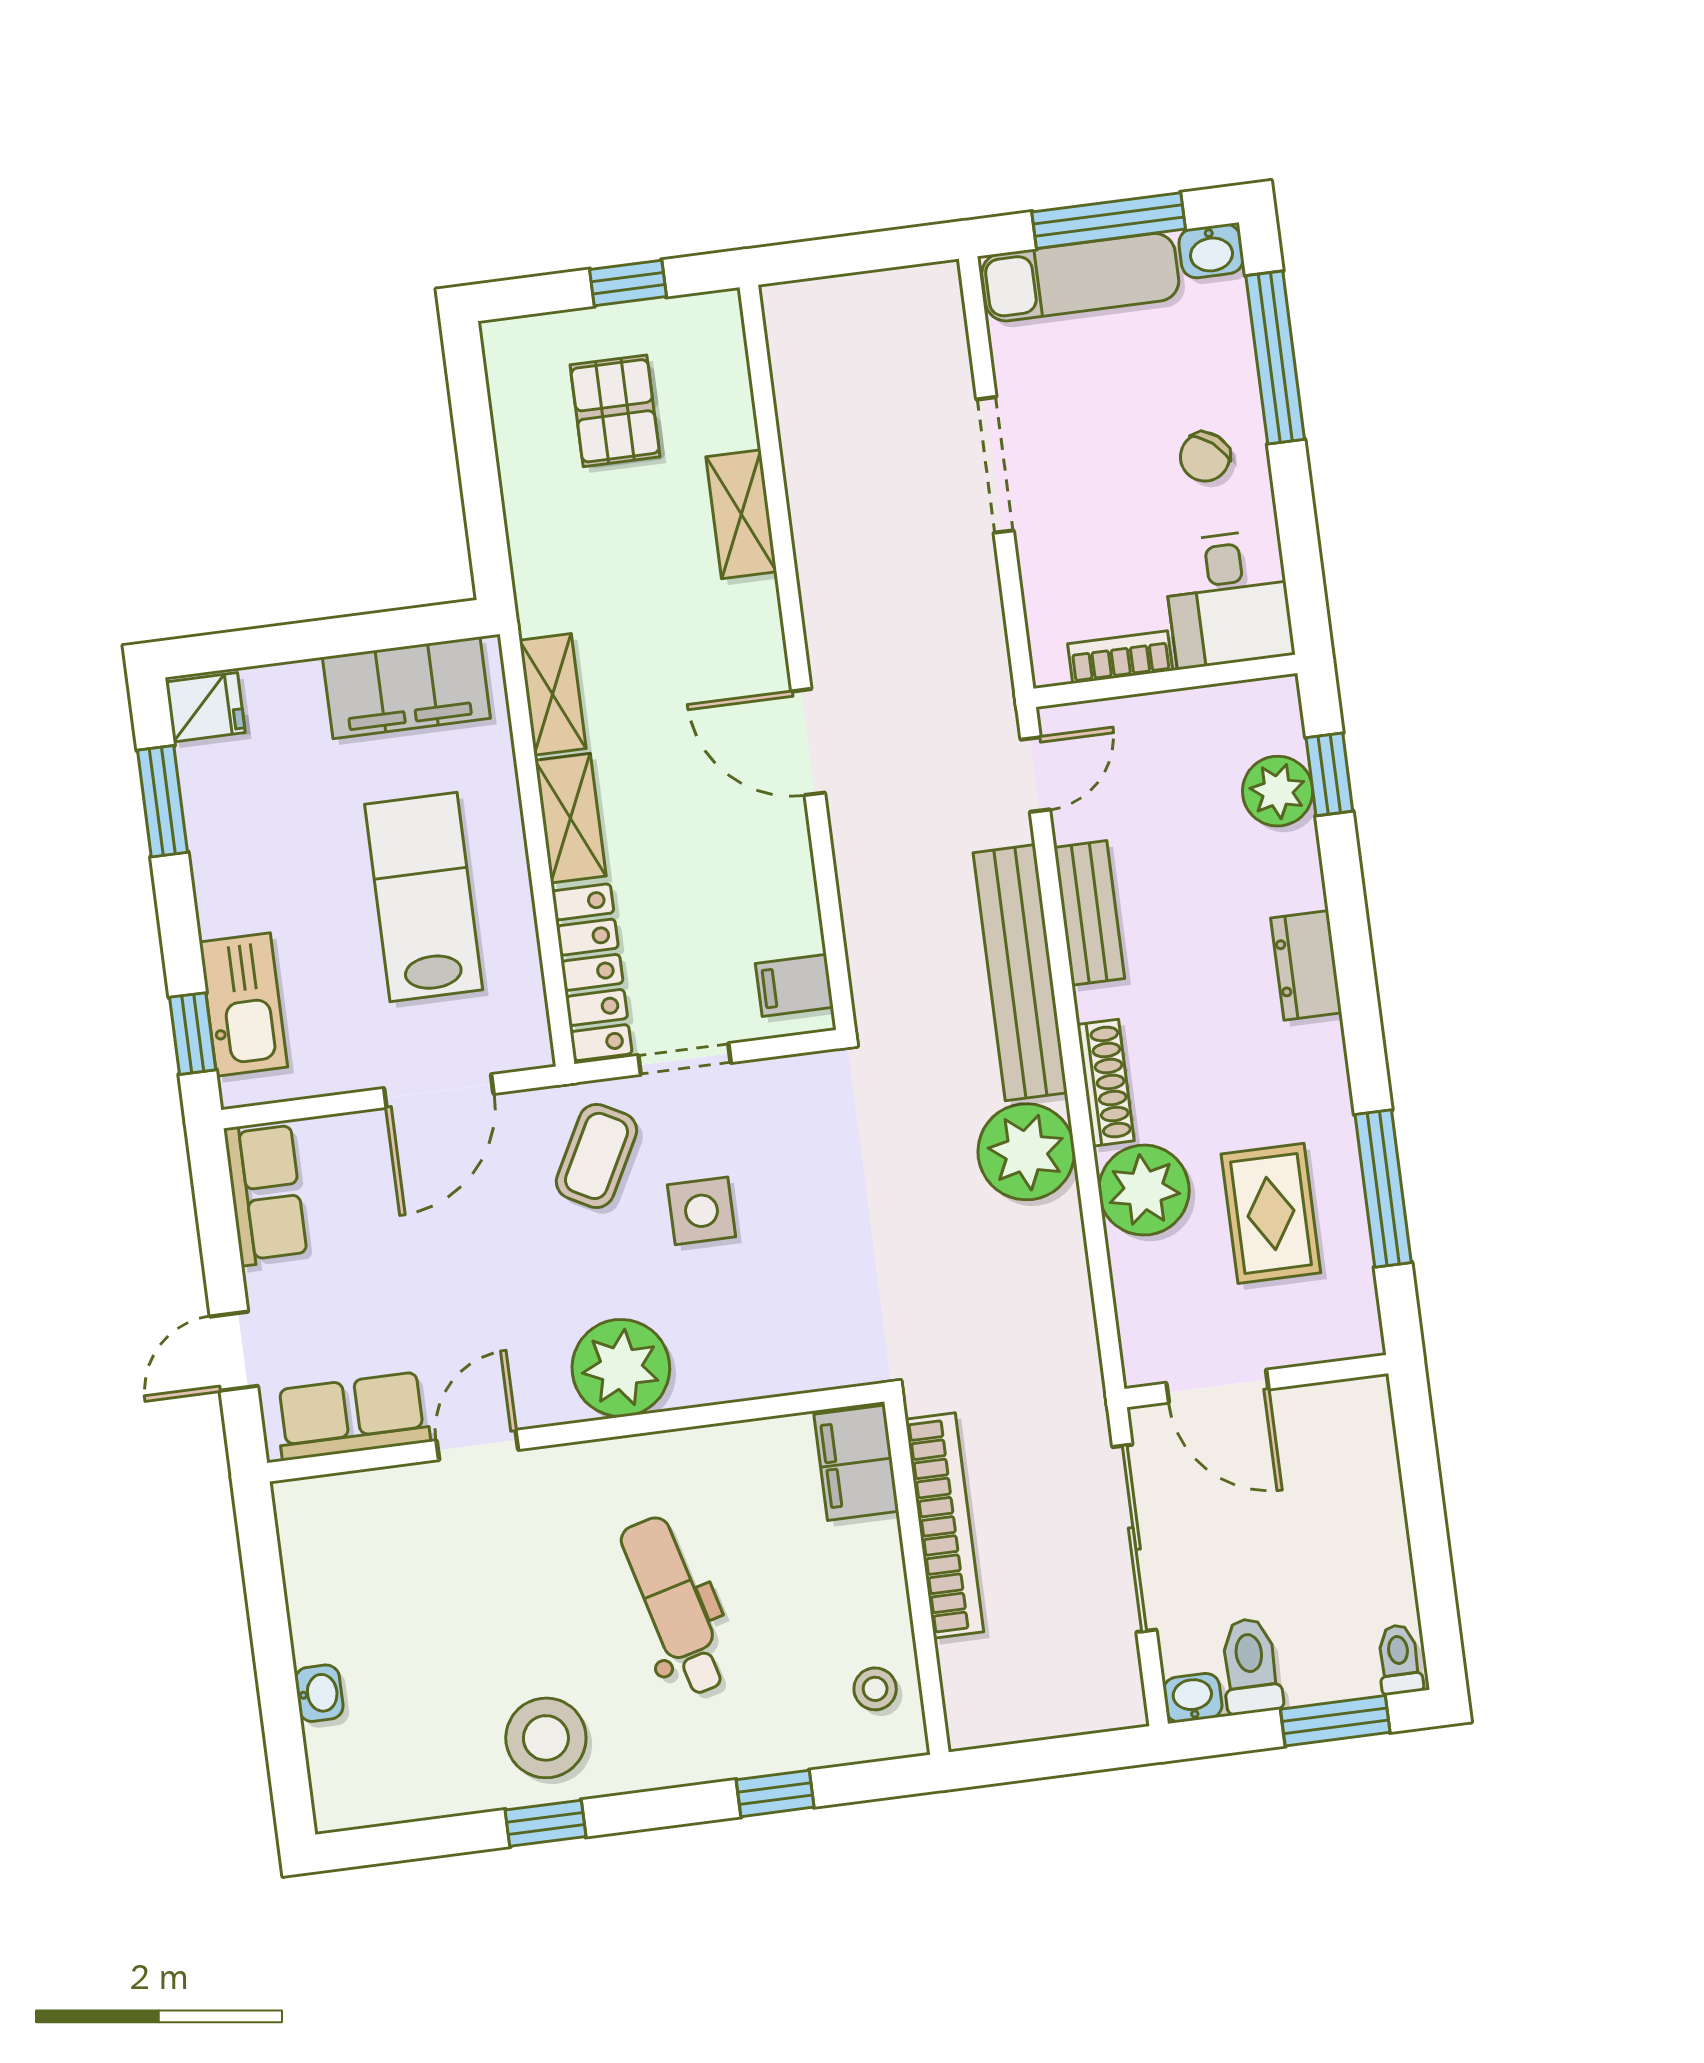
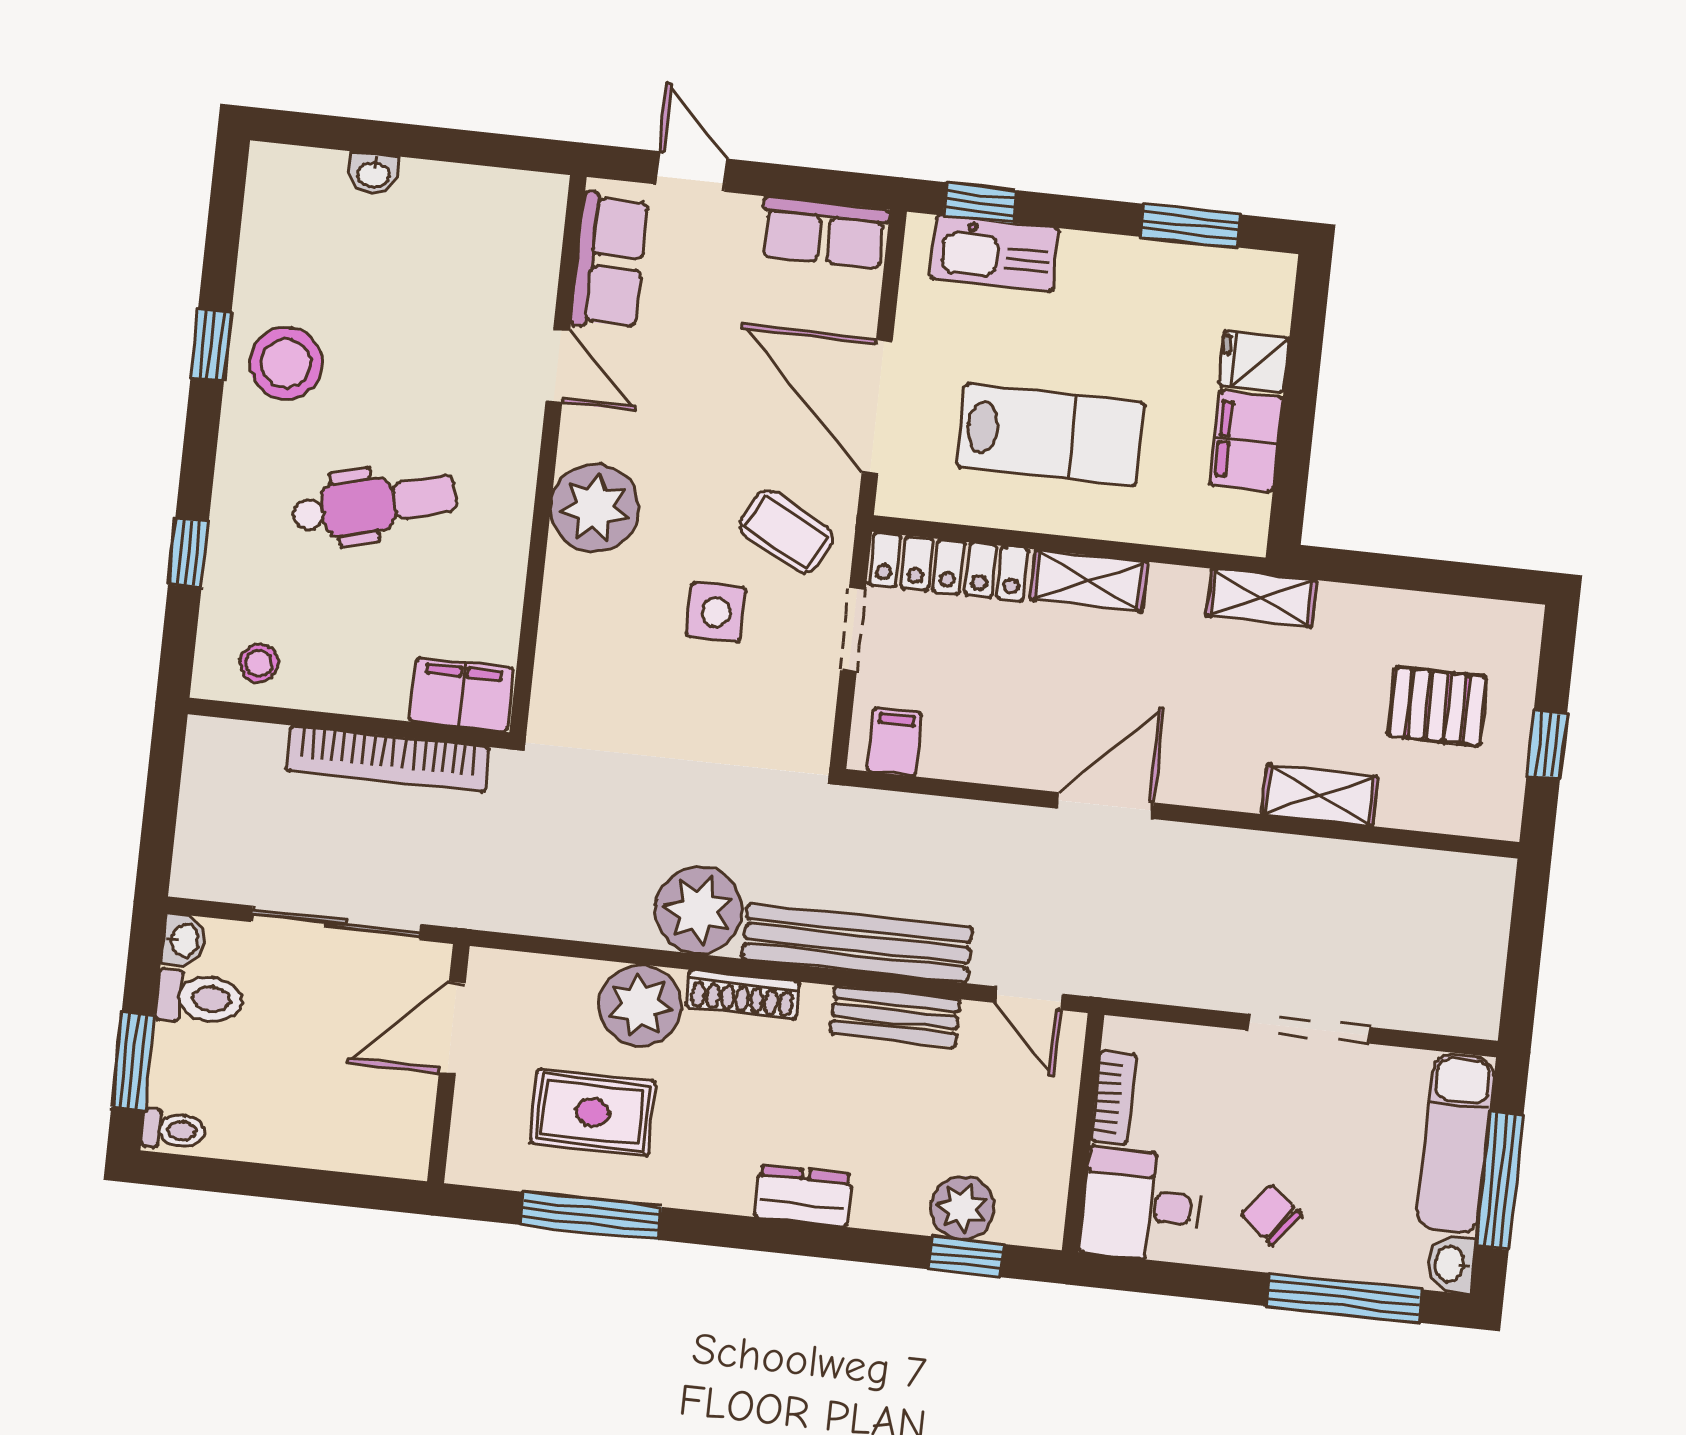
filing cabinet: (406, 688) -> (1246, 441), width x0.67, depth x0.86
shelving: (553, 694) -> (1261, 598), moved
fridge: (205, 707) -> (1254, 362), moved, turned 90
door: (439, 1091) -> (877, 407), width x1.36

